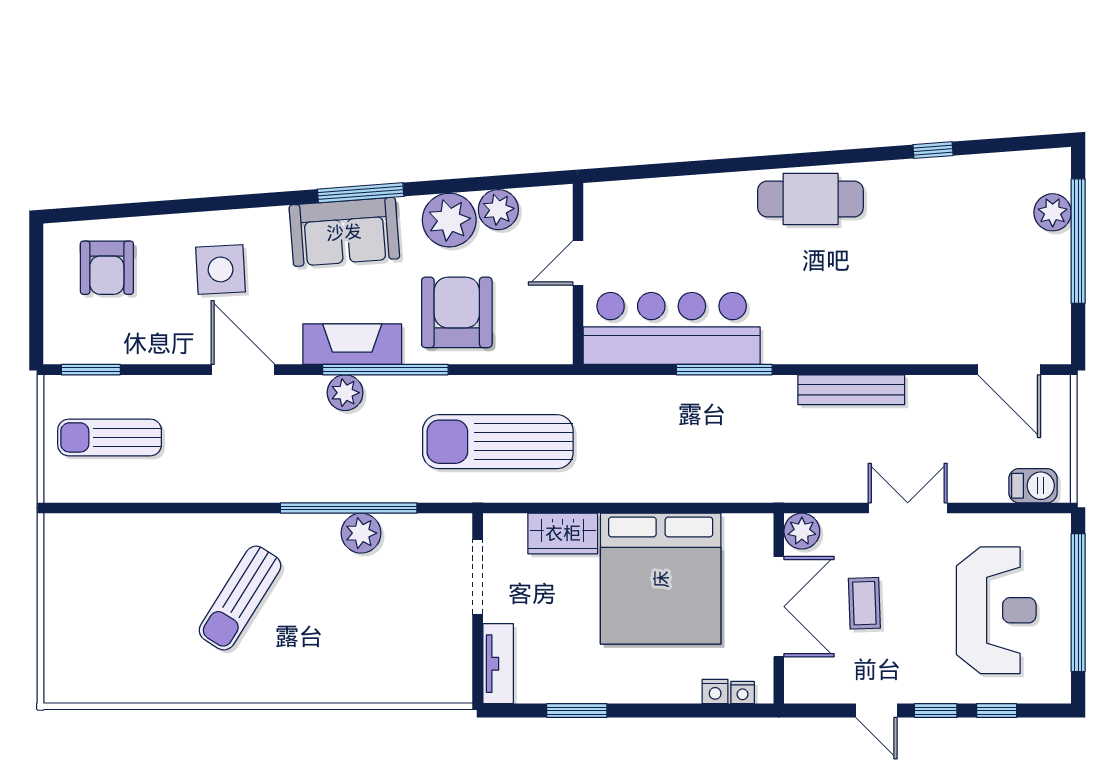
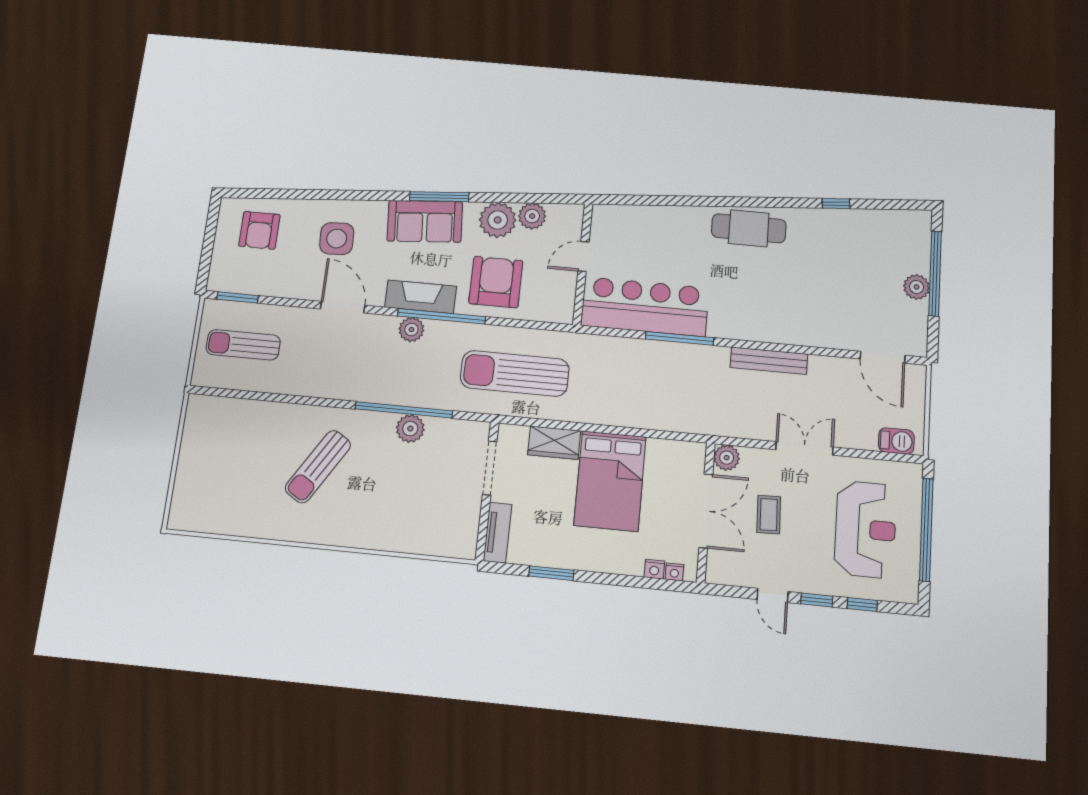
plant: (1053, 212) -> (916, 287), moved
bed: (661, 579) -> (610, 481), width x0.73

